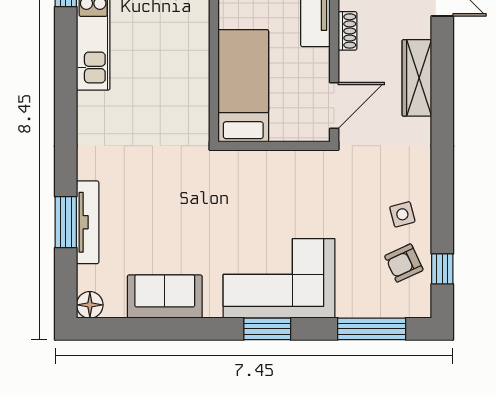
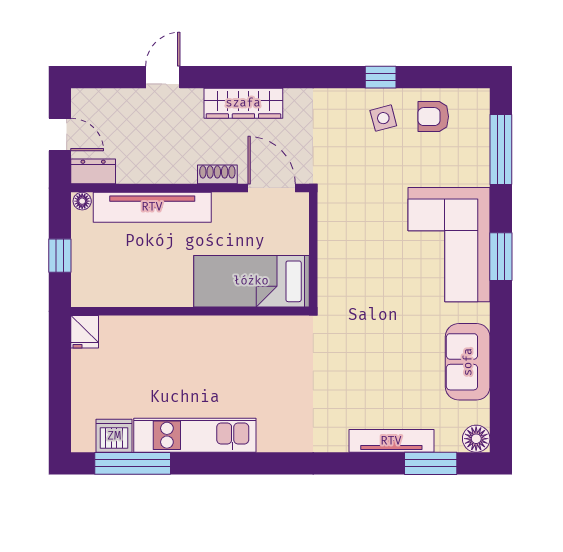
shoe rack: (347, 31) -> (217, 174), moved
window: (66, 222) -> (431, 463), moved
armchair: (404, 263) -> (433, 117), turned 115
window: (442, 269) -> (381, 77), moved

